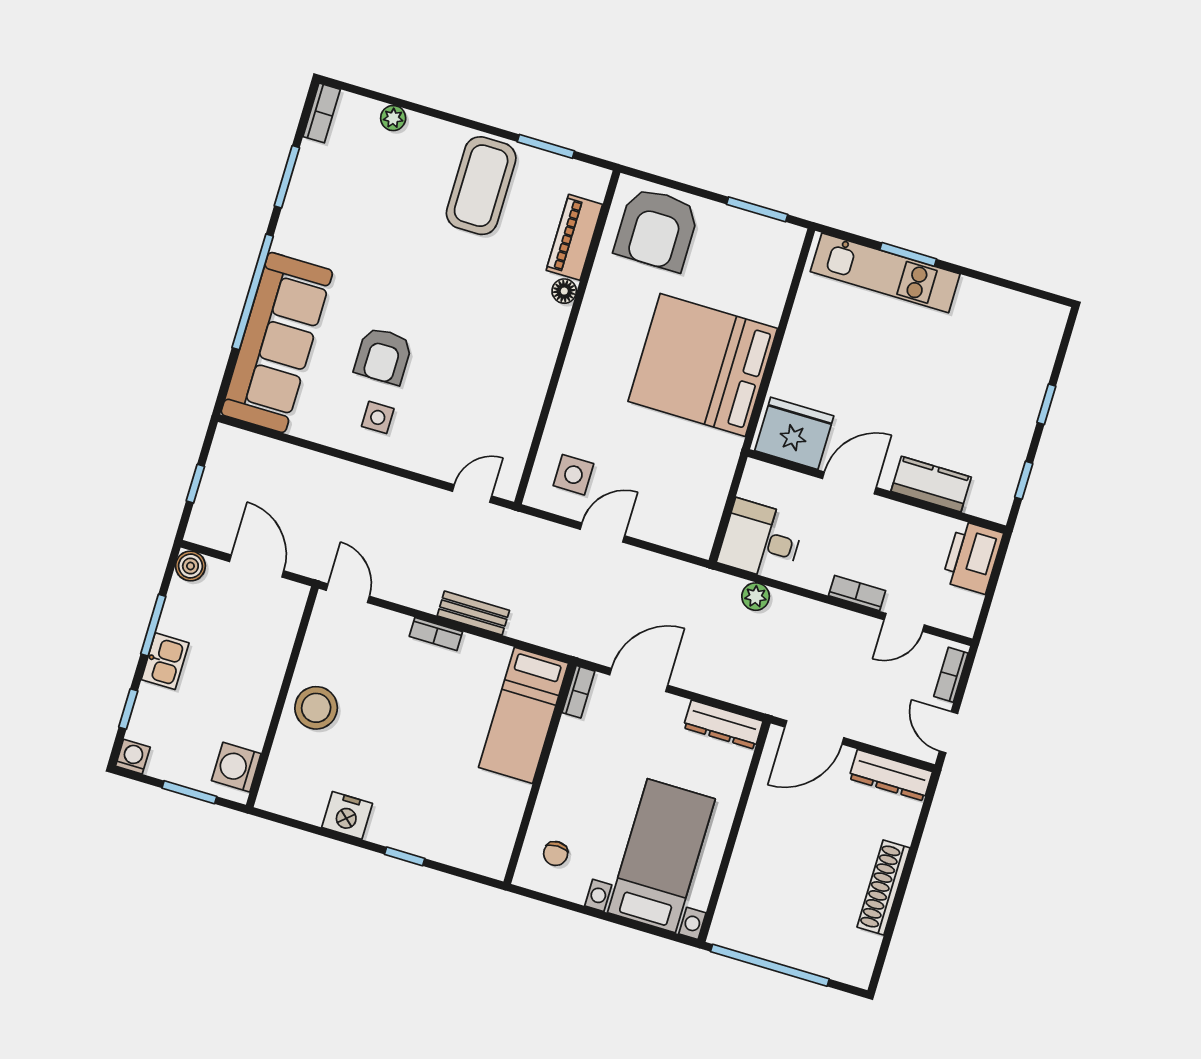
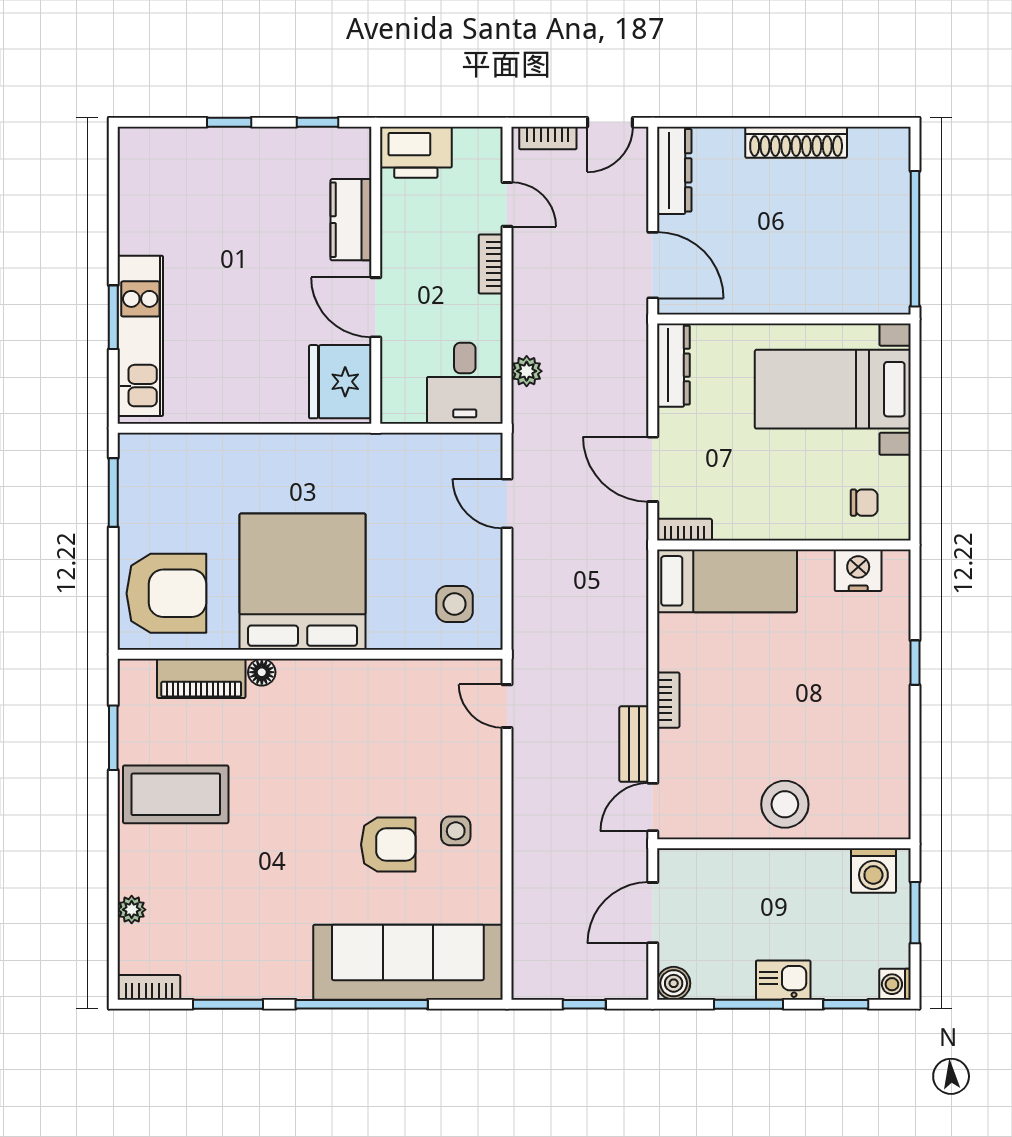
bed: (703, 365) -> (303, 582), moved, turned 180
door: (602, 532) -> (507, 504), moved
bench: (473, 613) -> (634, 744), moved
nightstand: (347, 815) -> (858, 570), moved, turned -90

